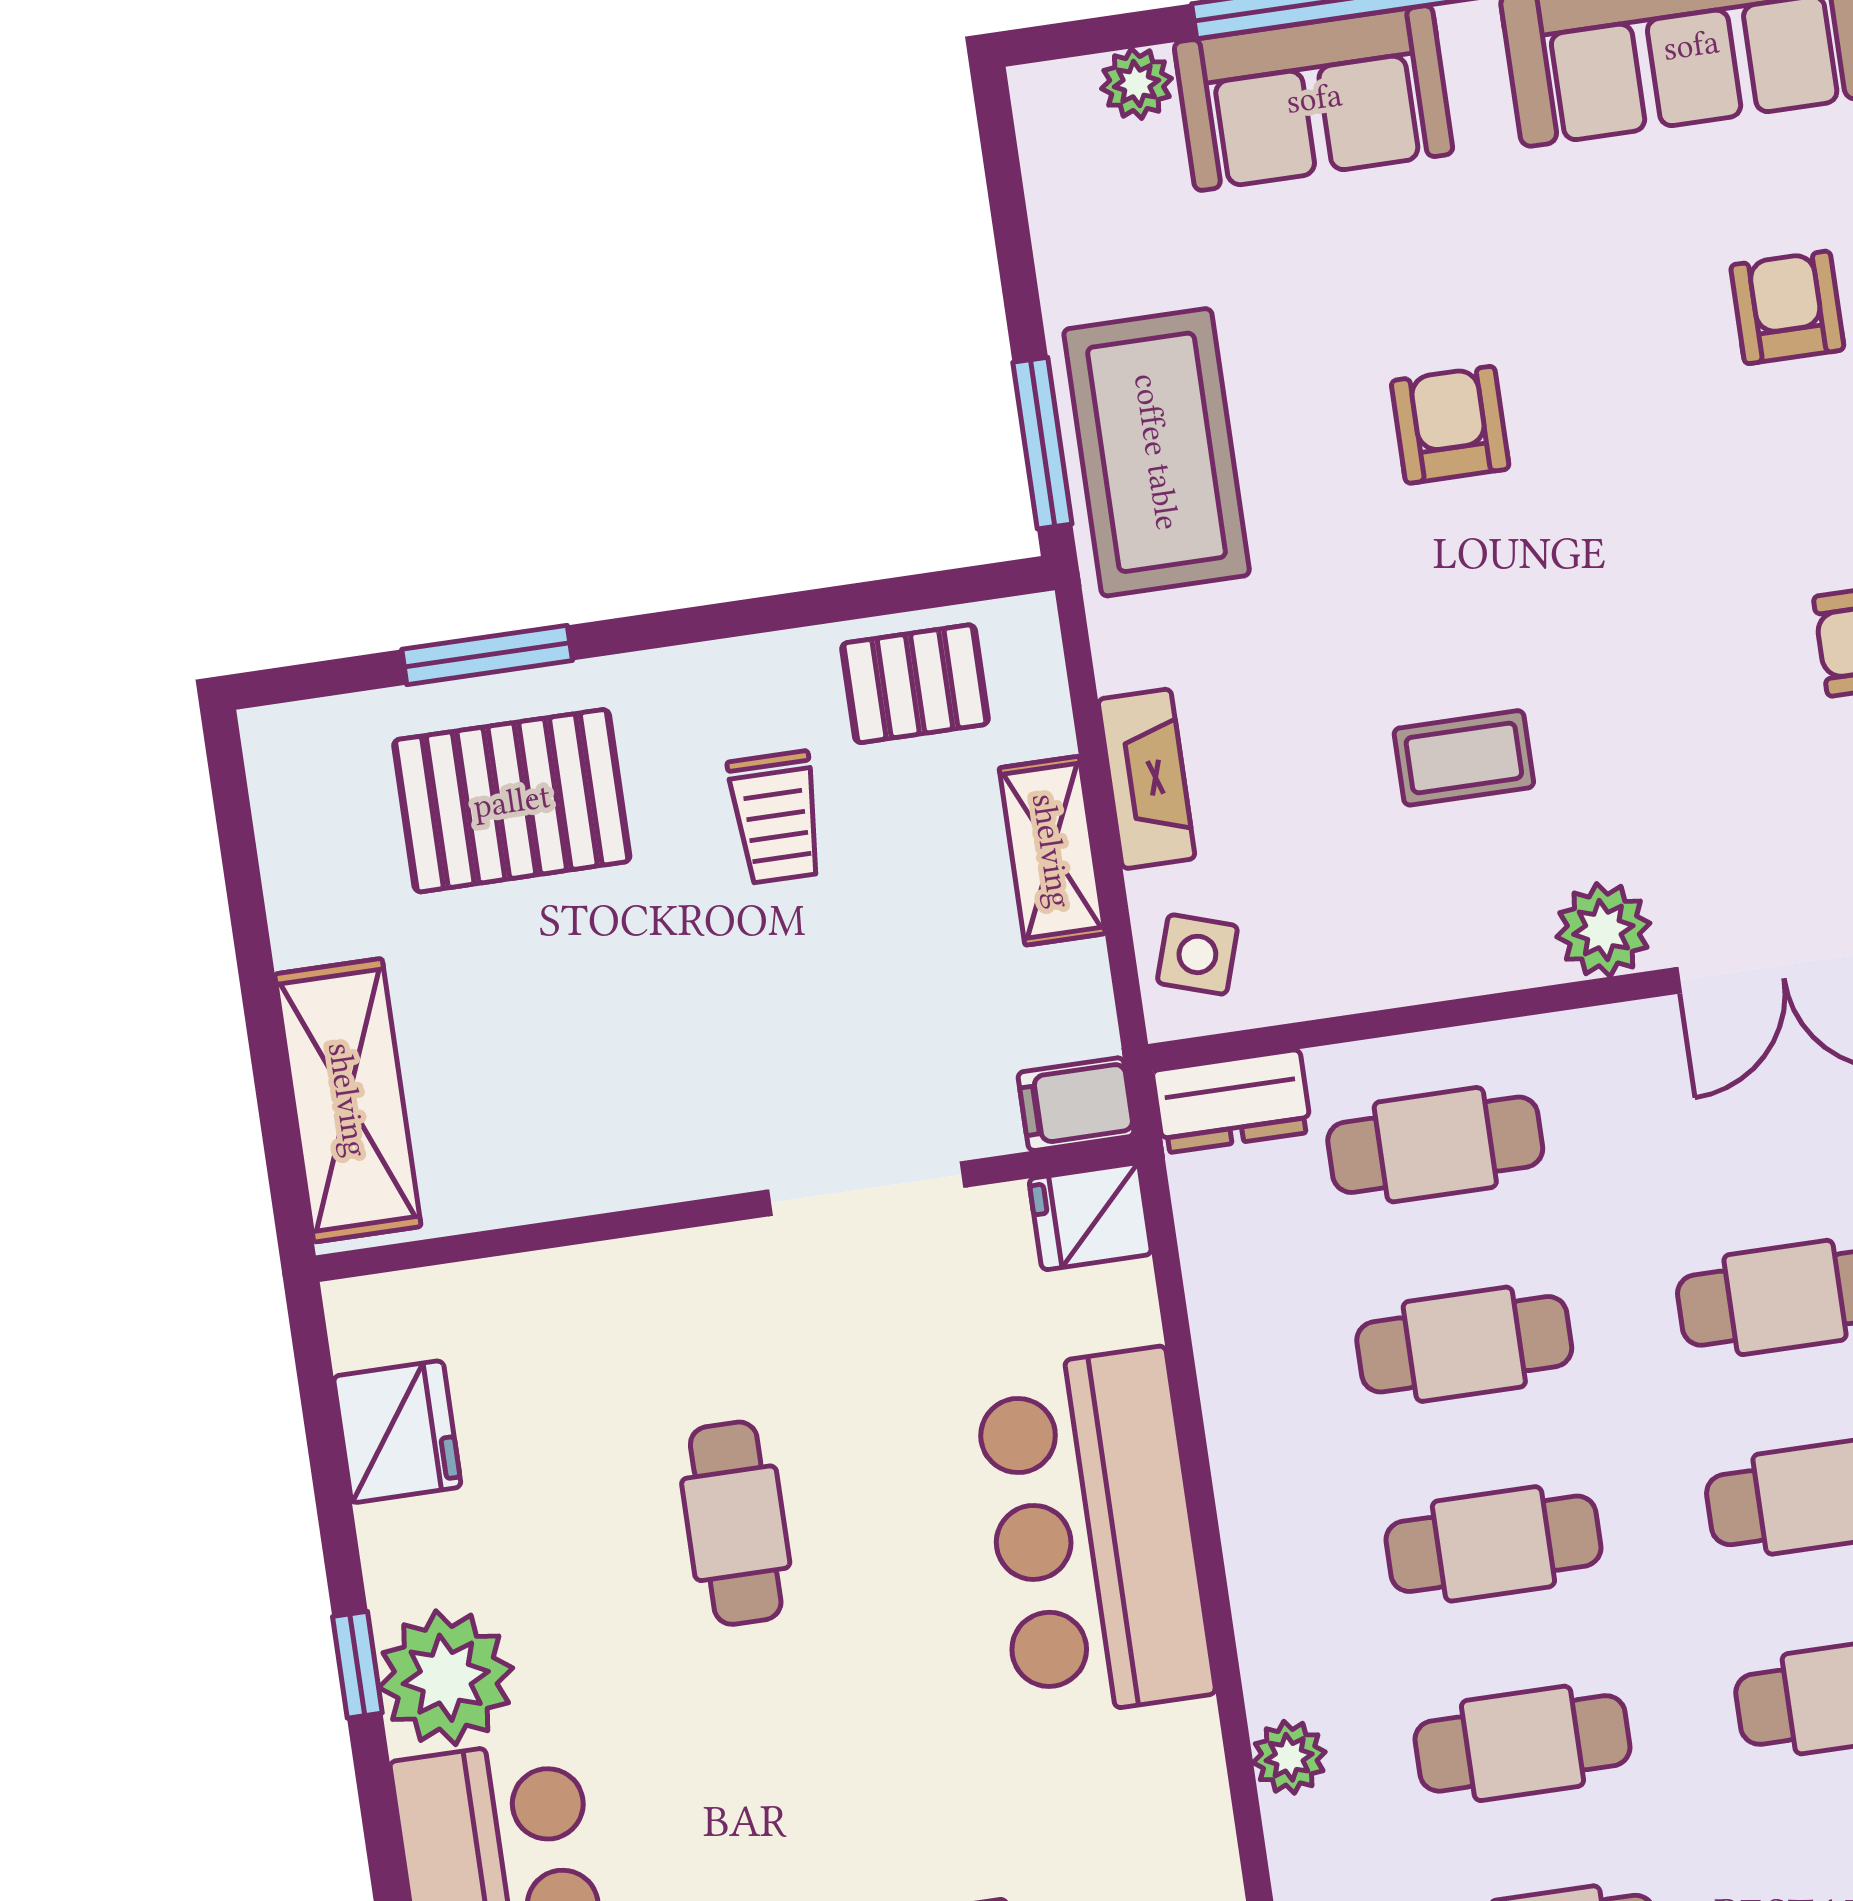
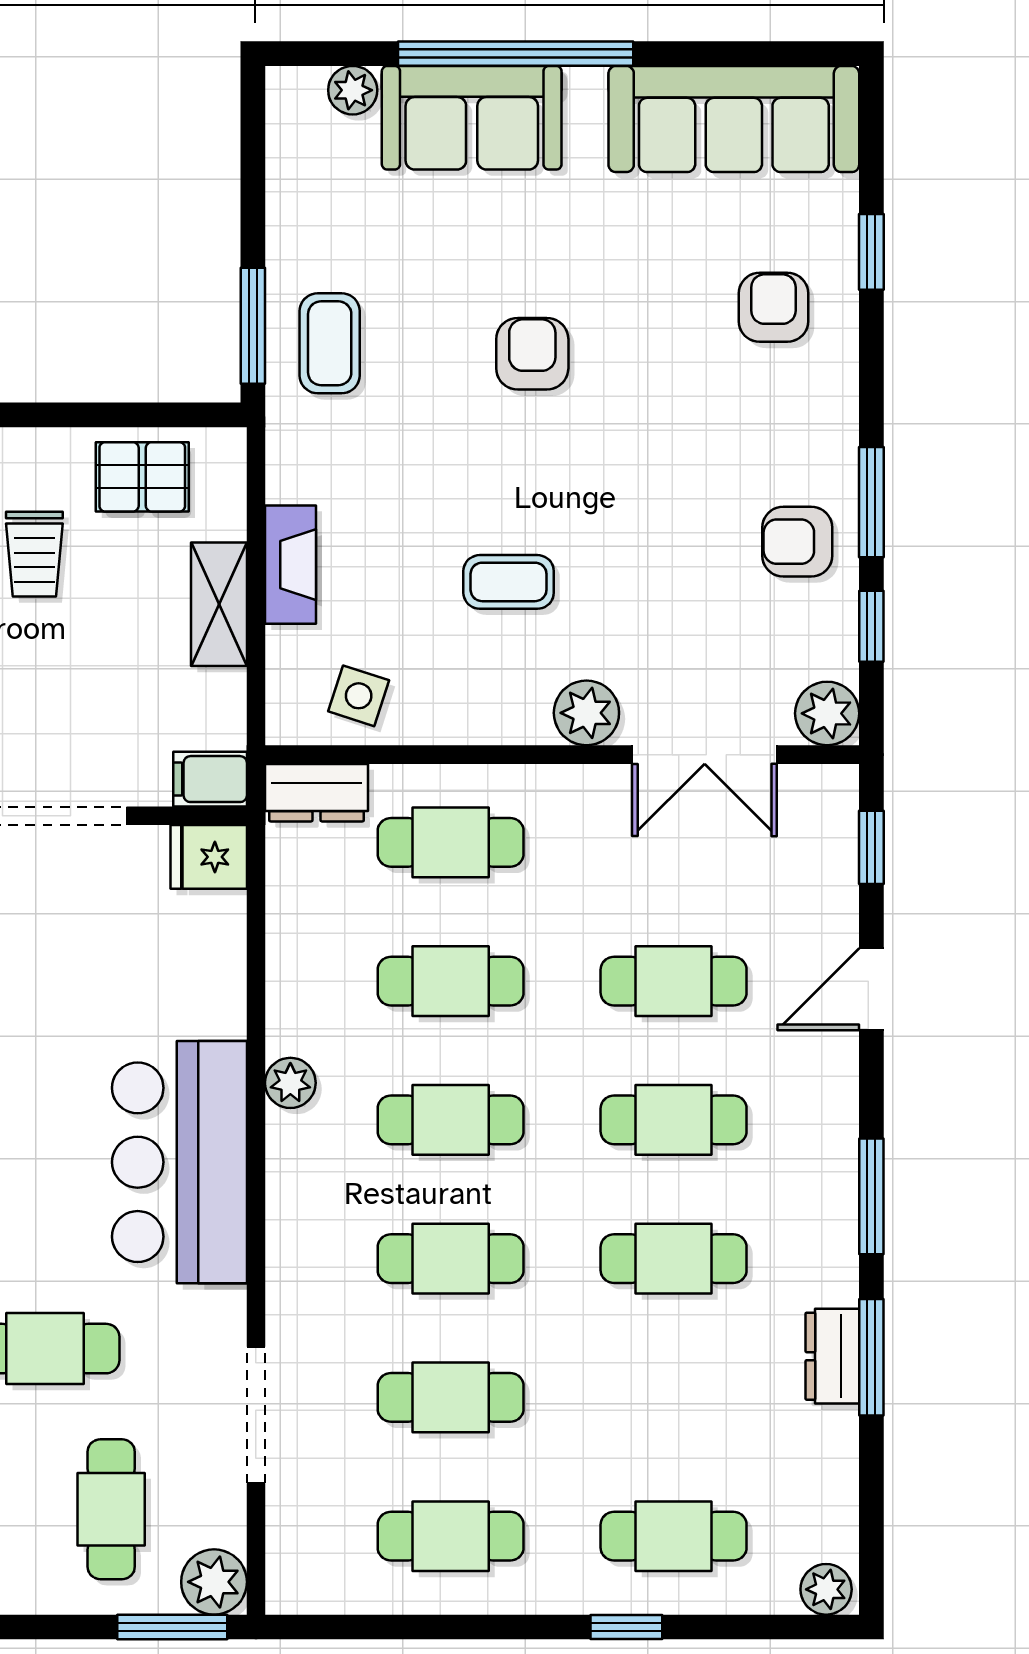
coffee table: (1157, 452) -> (330, 343), width x0.54, depth x0.58
side table: (1197, 954) -> (359, 696), moved
bar counter: (1094, 1534) -> (179, 1162), moved
plant: (1289, 1757) -> (290, 1083), moved

